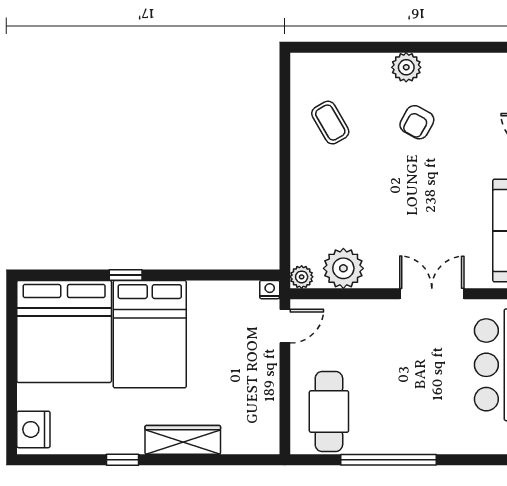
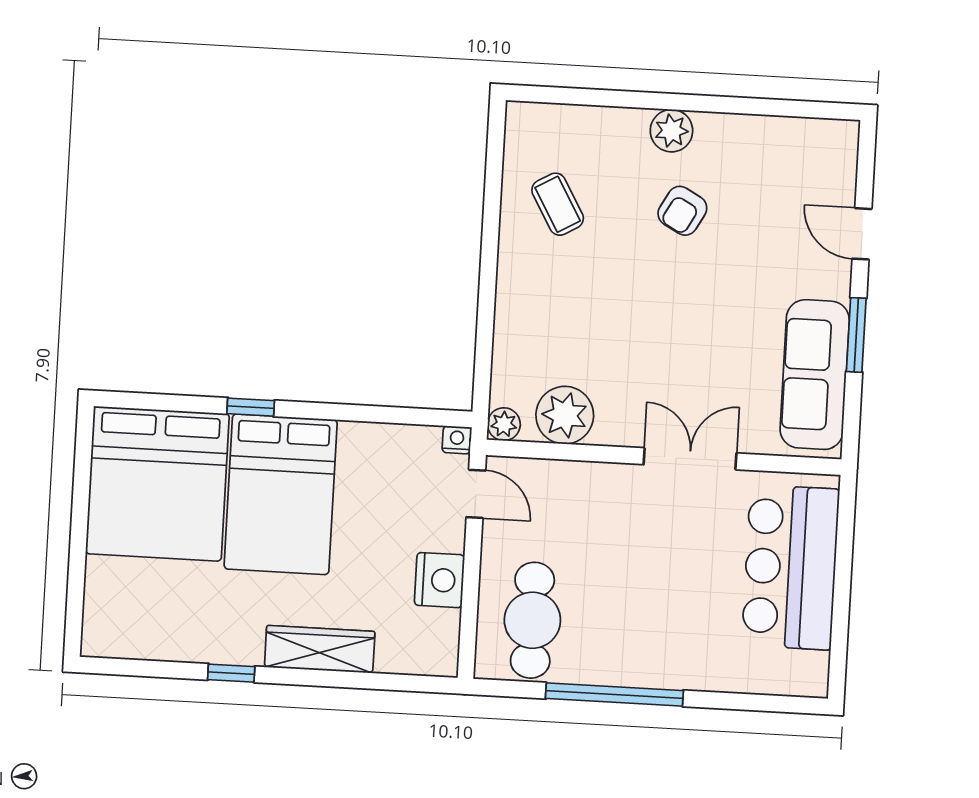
door: (285, 326) -> (476, 494), hinge flipped
nightstand: (33, 429) -> (439, 580), moved, turned 180

